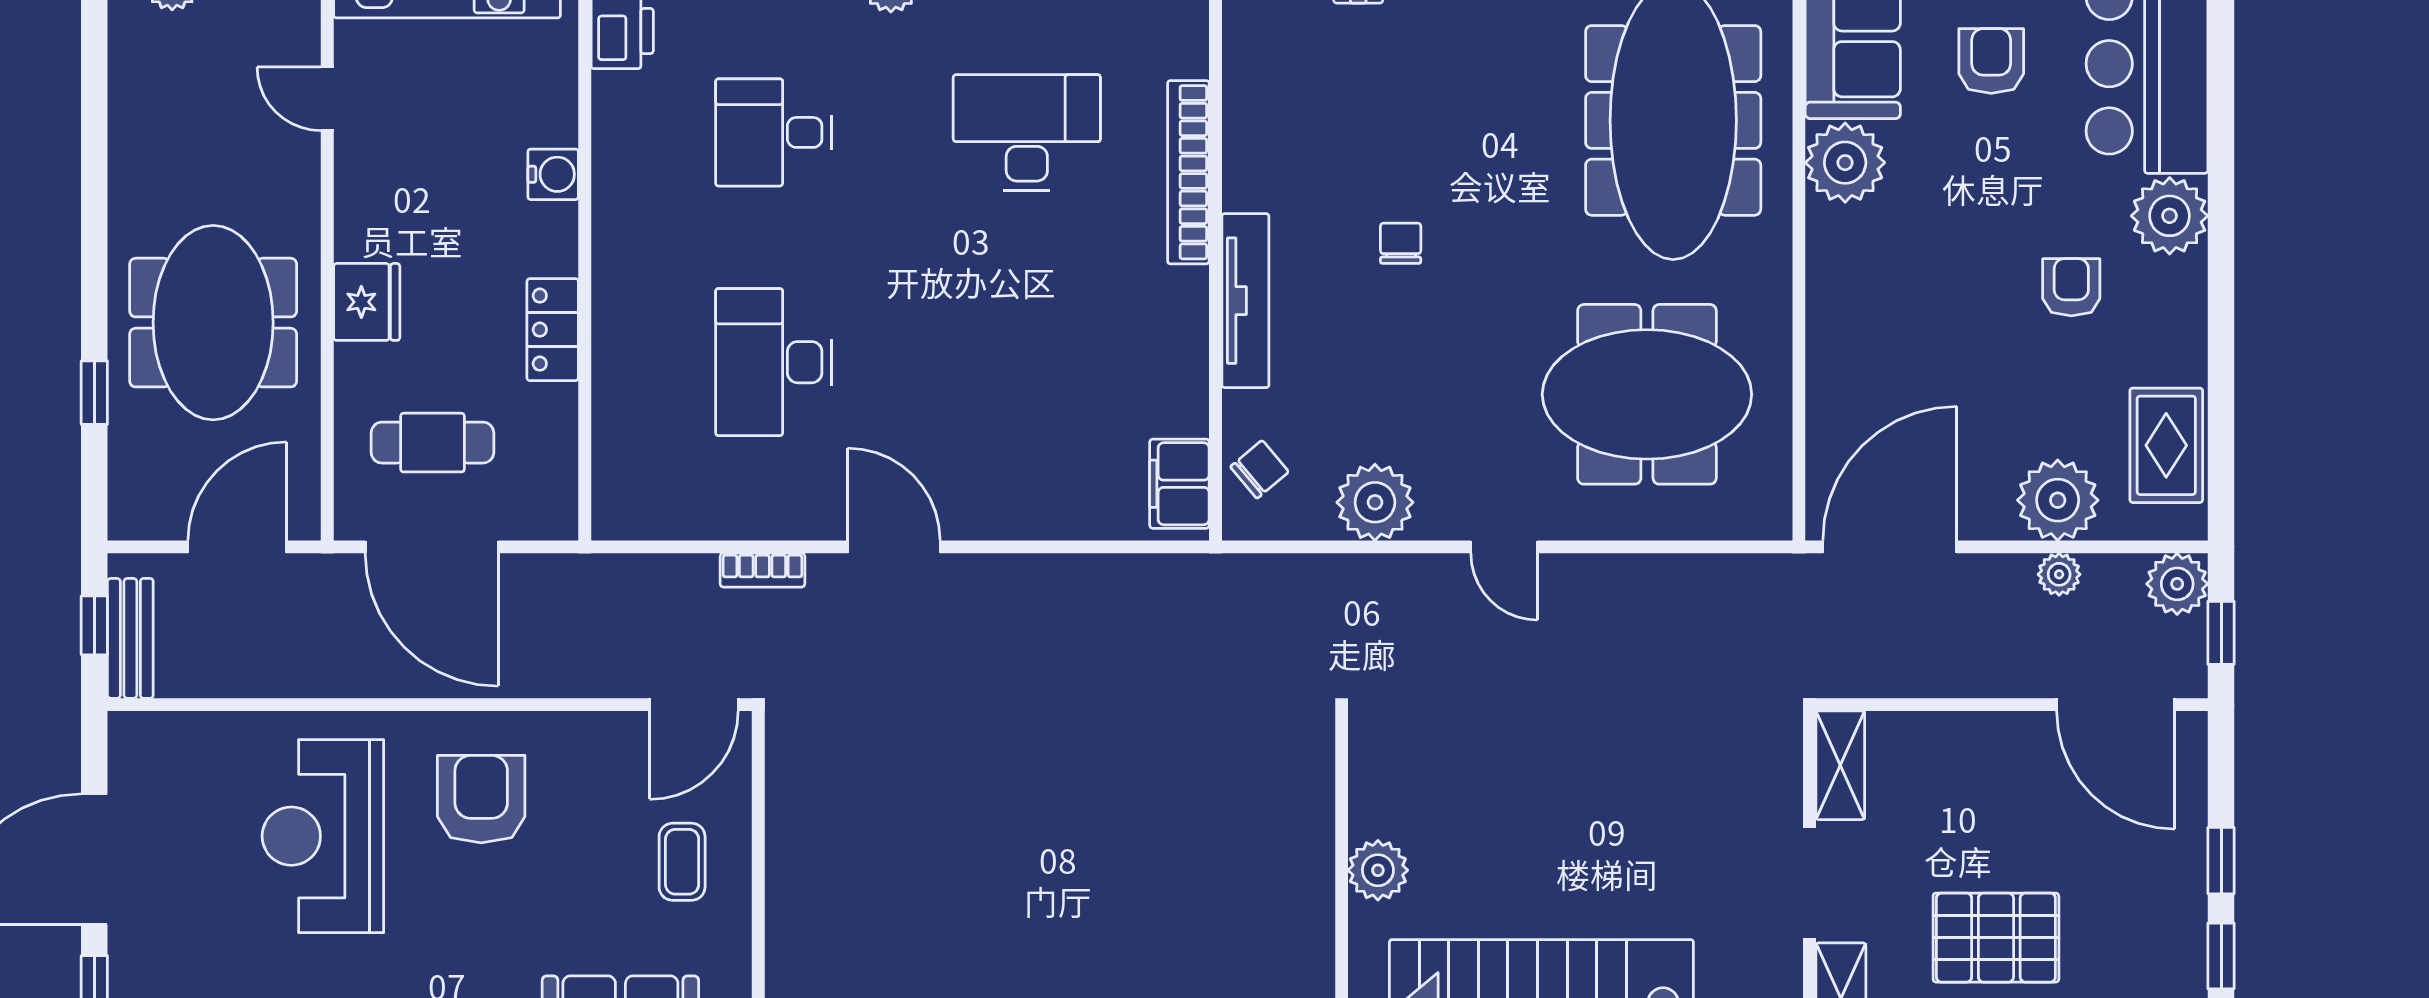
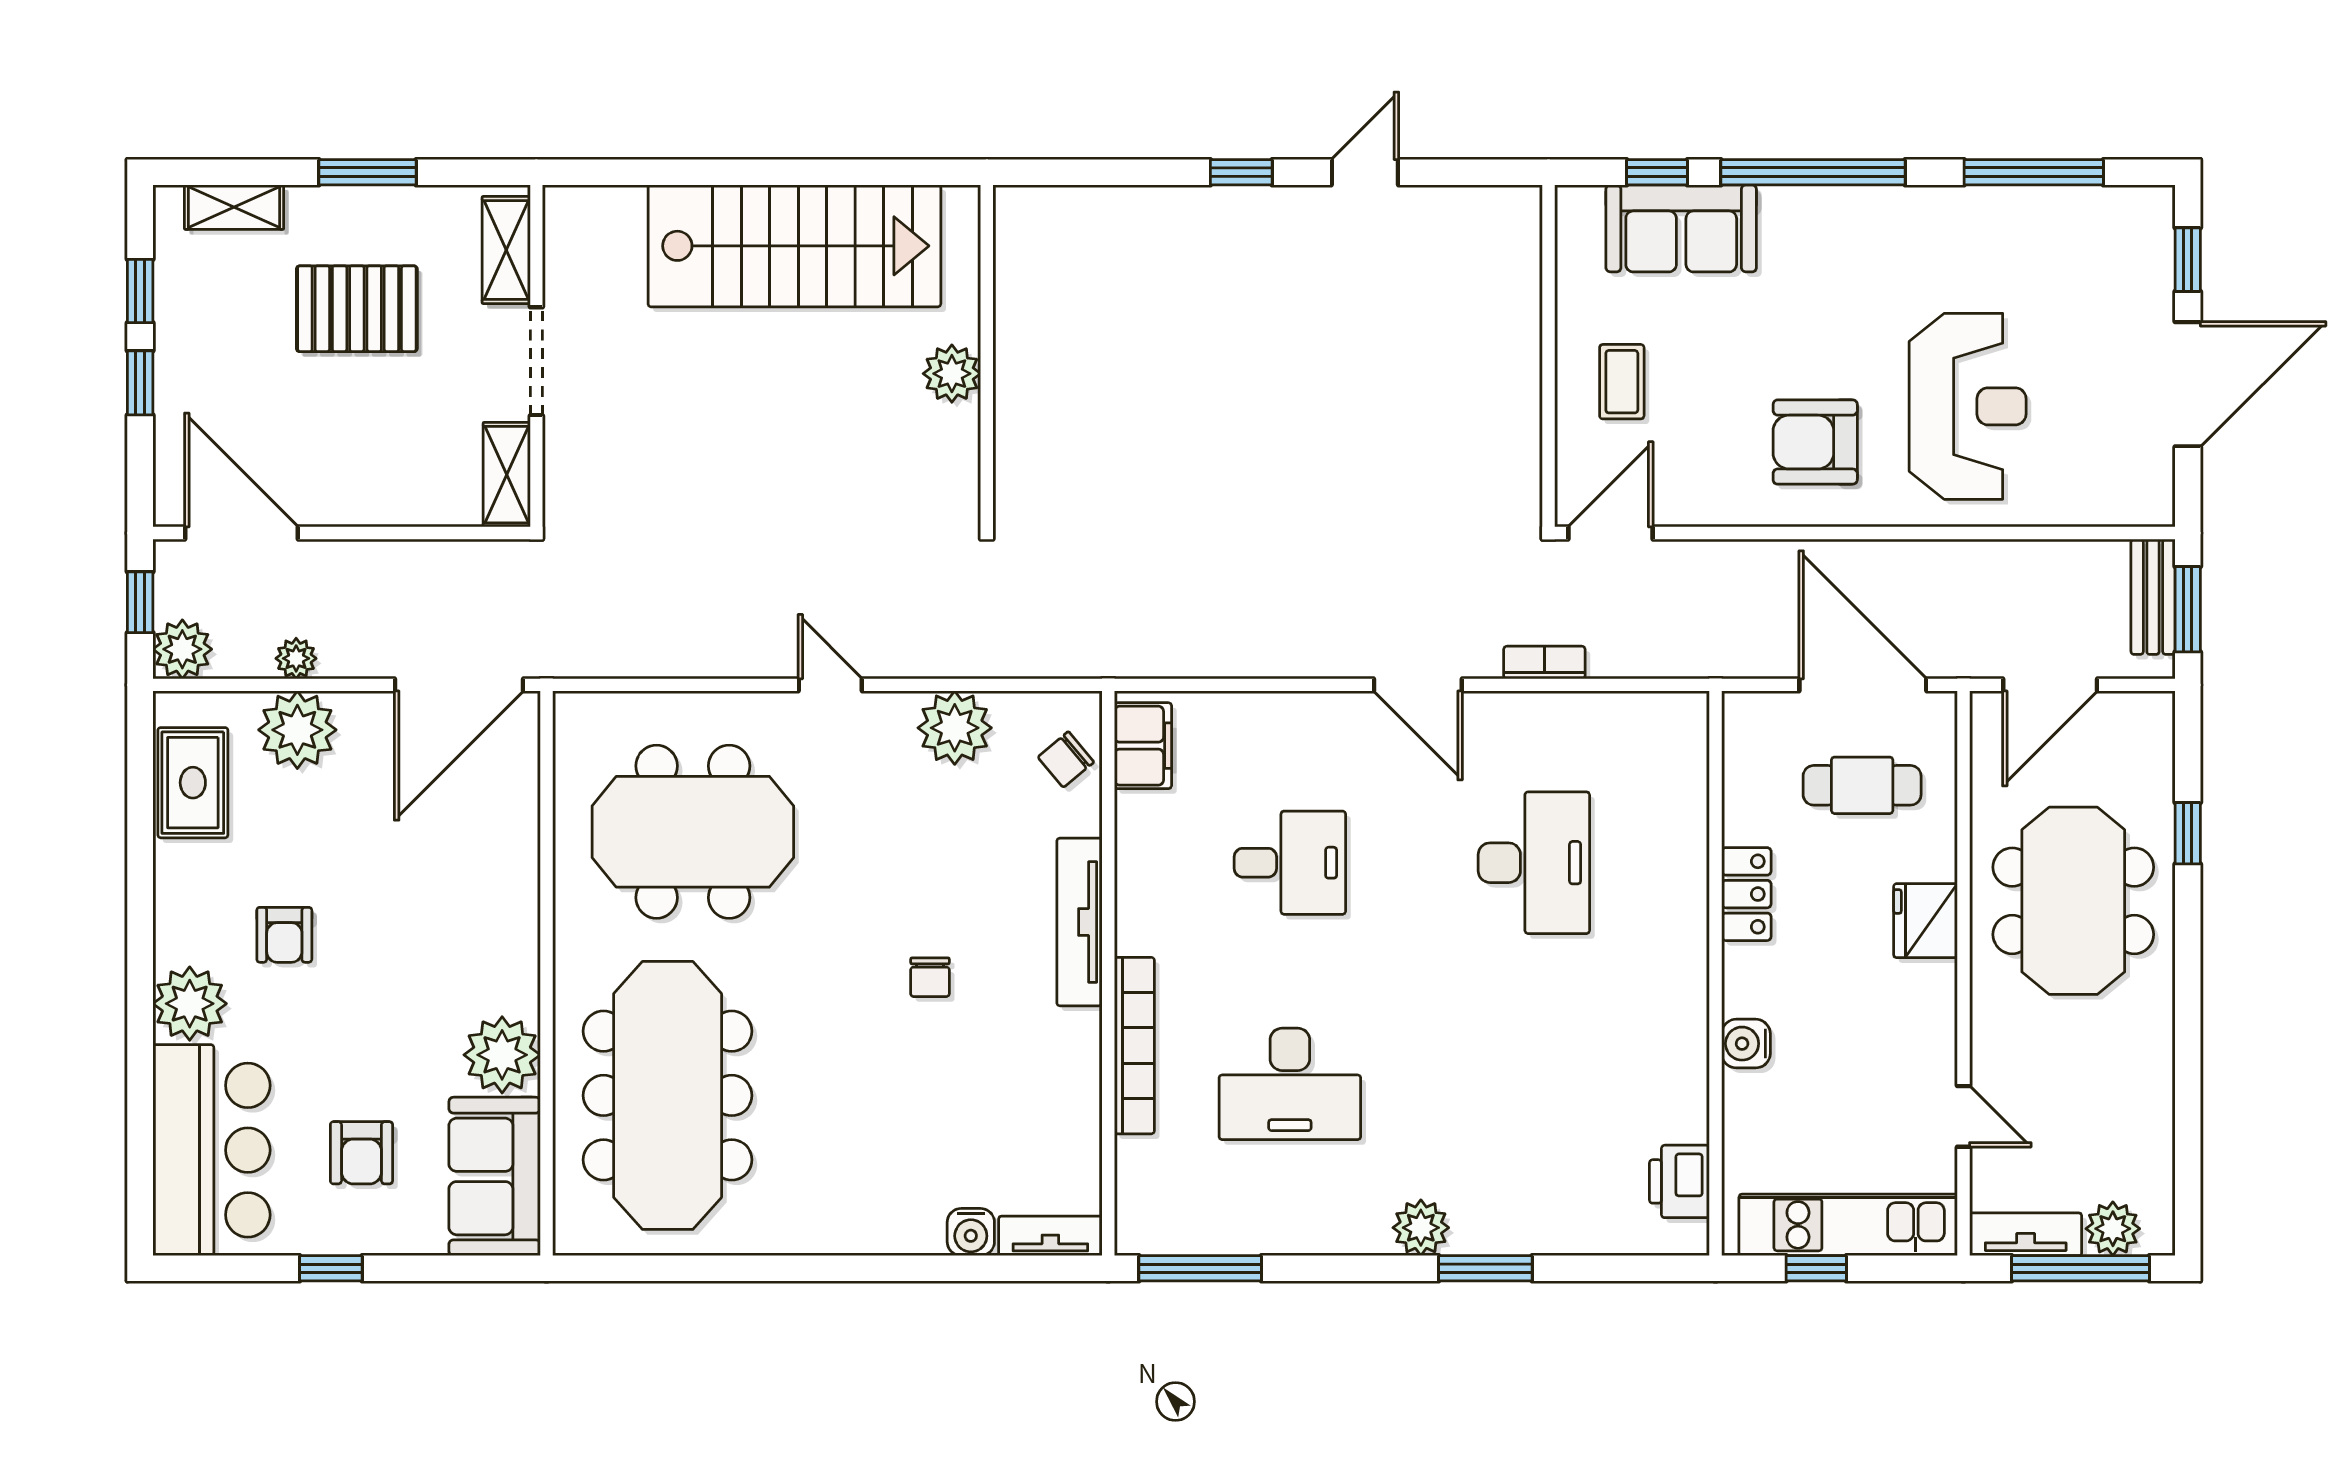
desk: (773, 132) -> (1290, 863), moved
window: (94, 625) -> (2188, 609), width x1.50
armchair: (481, 799) -> (1815, 442), turned 90

